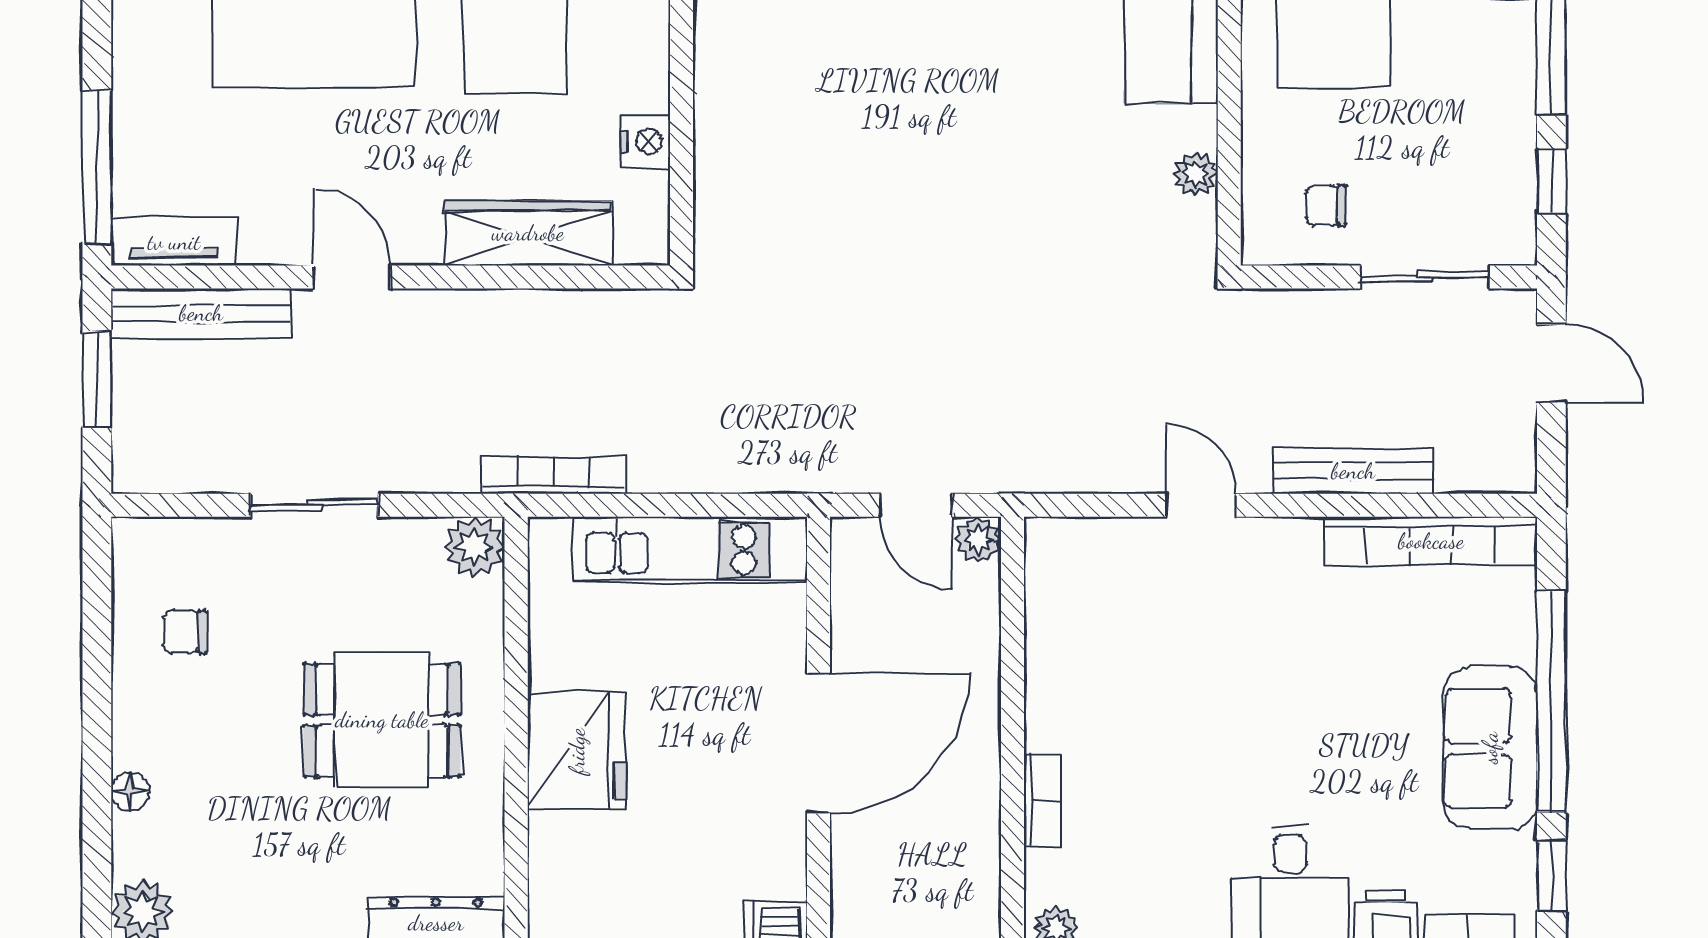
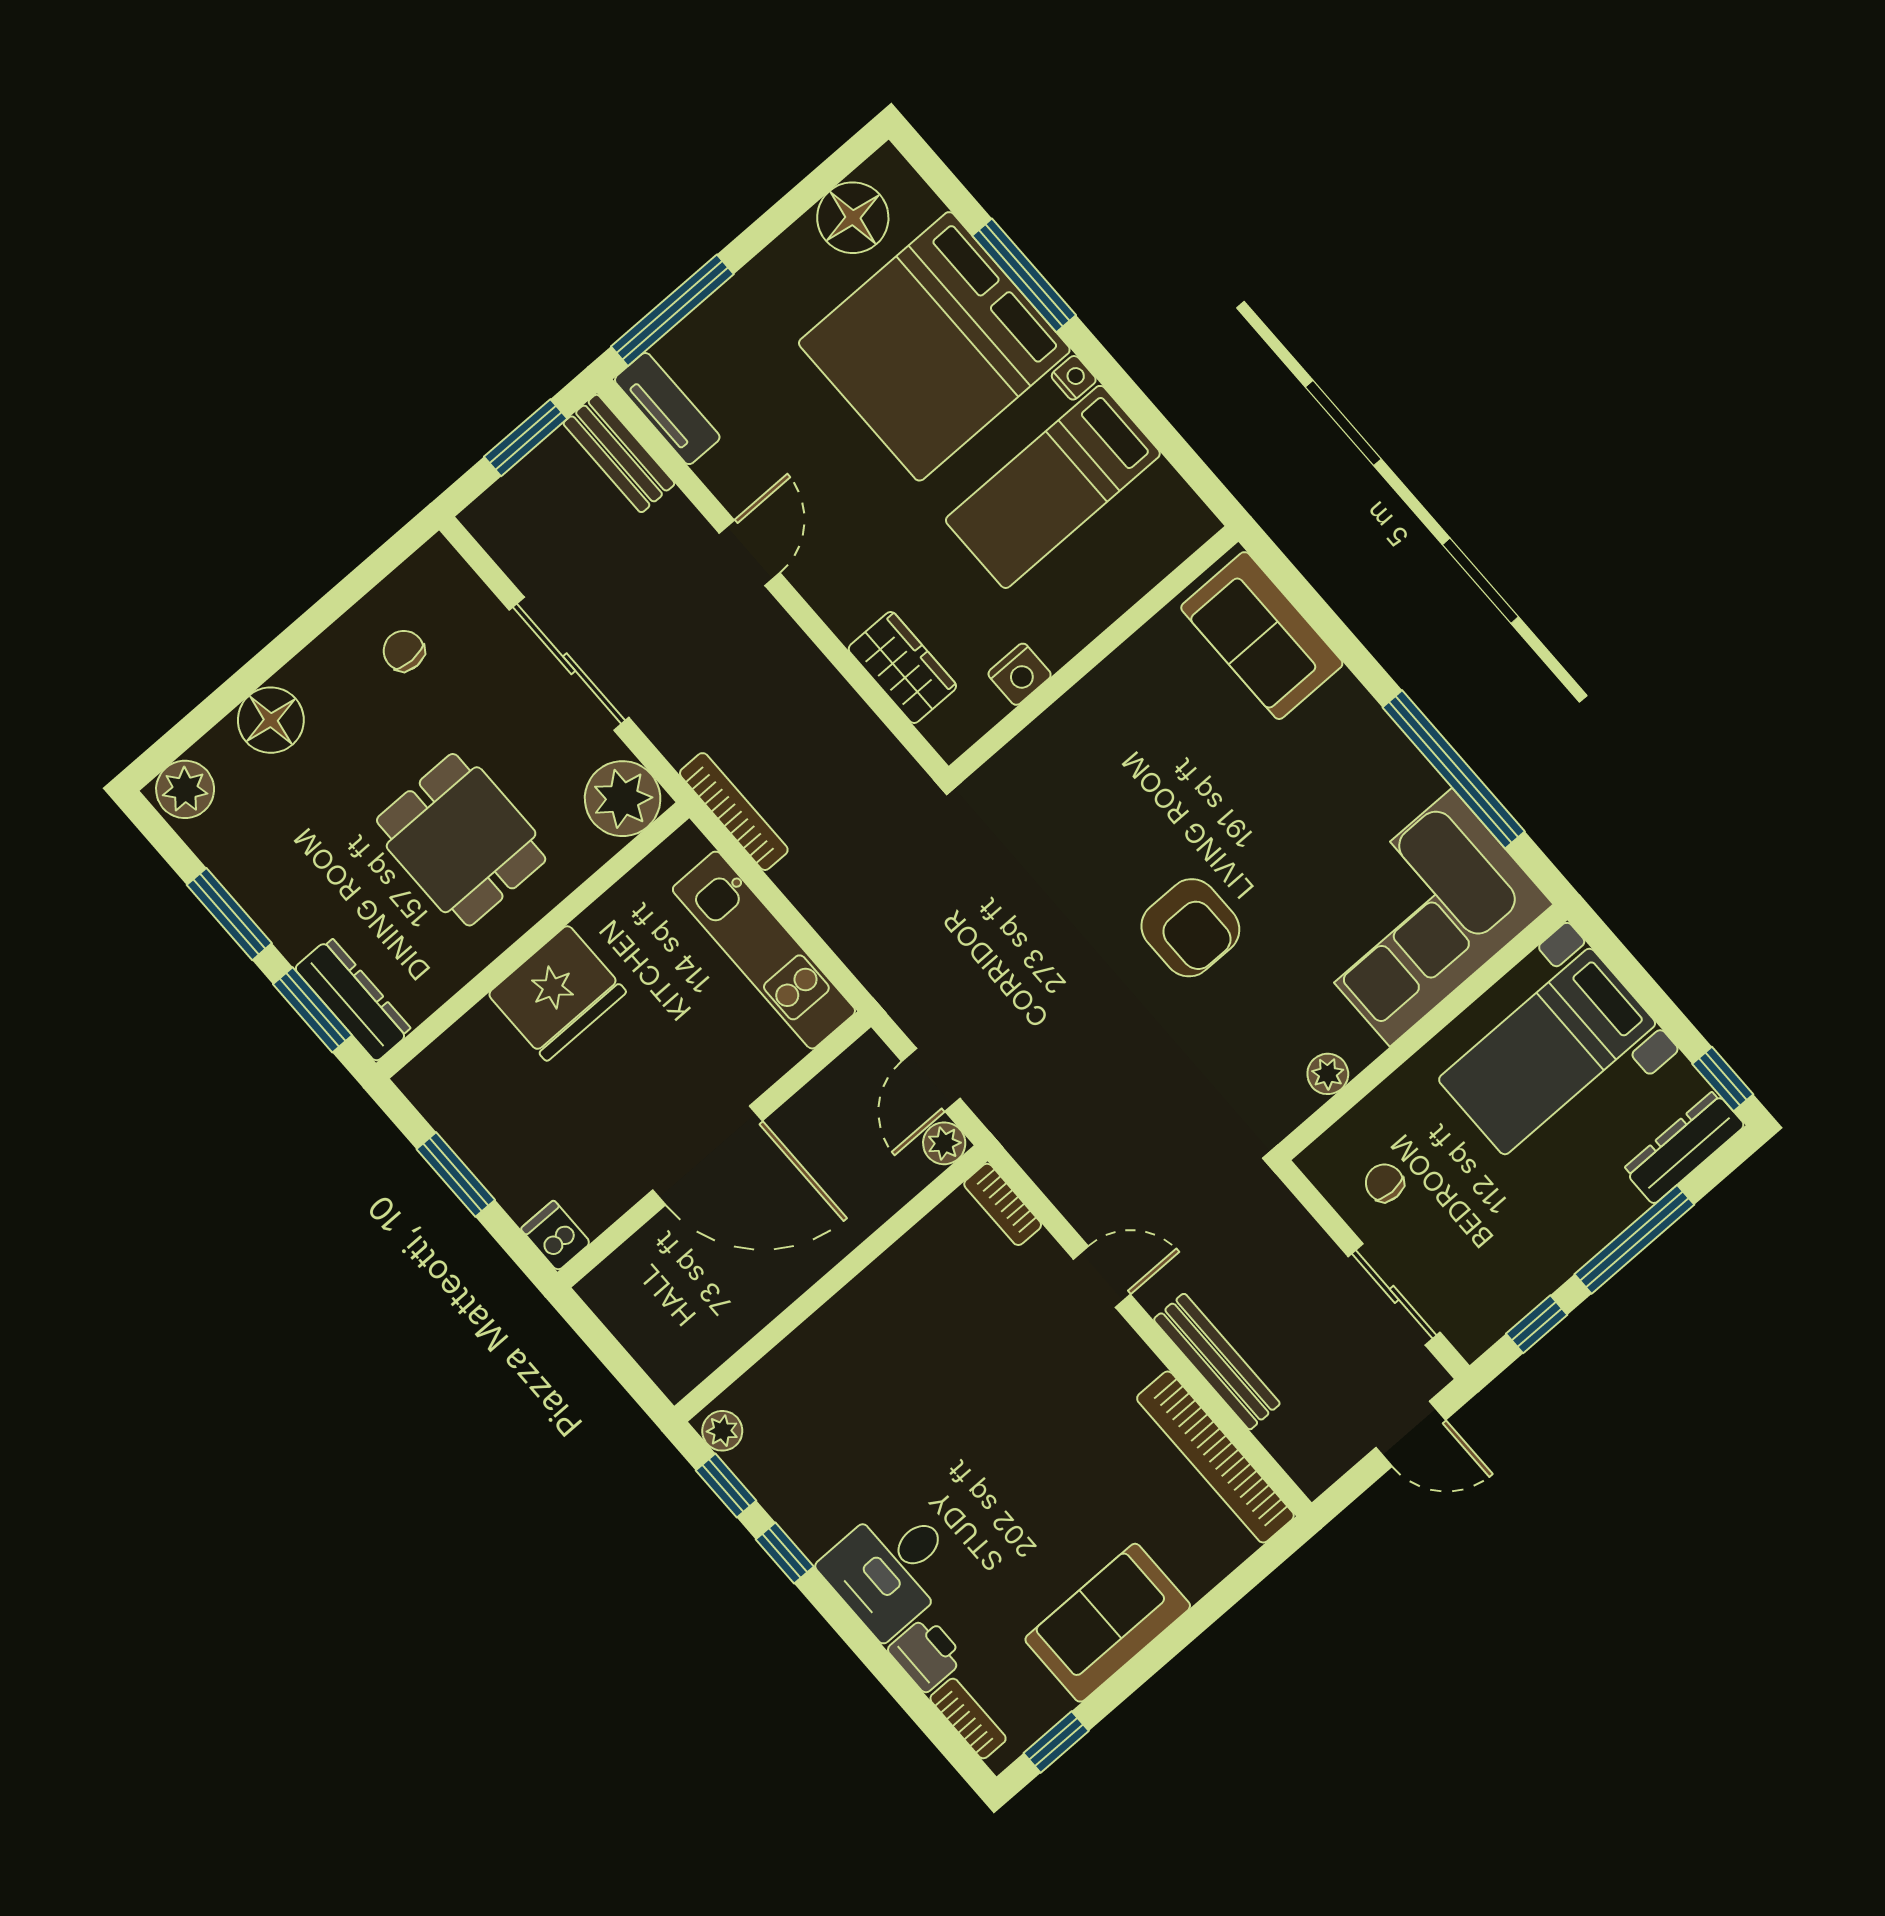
armchair: (977, 182) -> (1190, 928), added
wardrobe: (528, 233) -> (902, 667), width x0.67
bench: (201, 313) -> (619, 453), width x0.73
door: (1551, 363) -> (1411, 1434), hinge flipped
sliding door: (314, 505) -> (569, 664), width x1.37
door: (1201, 505) -> (1102, 1277), hinge flipped
plant: (475, 547) -> (623, 799), width x1.36, depth x1.36
window: (1551, 702) -> (1177, 1637), removed
floor lamp: (130, 791) -> (271, 720), width x1.89, depth x1.89
bookcase: (1042, 801) -> (1003, 1204), moved, turned 90

